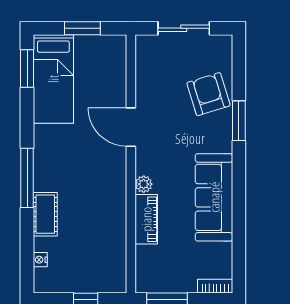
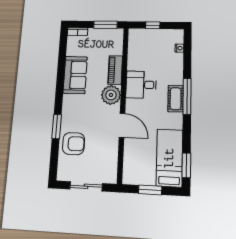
armchair: (209, 94) -> (74, 144), turned -73
plant: (144, 184) -> (111, 95), width x1.88, depth x1.88
desk: (102, 195) -> (141, 85), added
sofa: (214, 197) -> (75, 75), width x0.73
cot: (45, 214) -> (176, 99), moved

